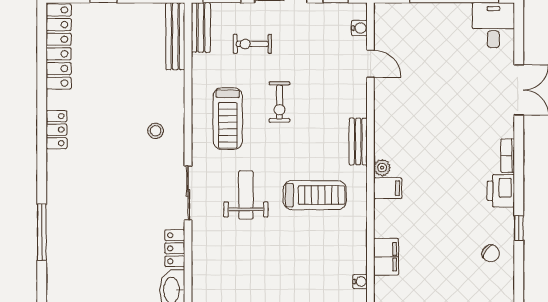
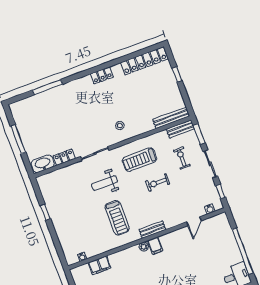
filing cabinet: (388, 188) -> (155, 246), moved
weight bench: (246, 195) -> (104, 183), turned 180

